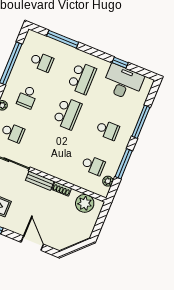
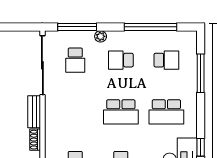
school desk: (42, 62) -> (166, 60), turned -90

